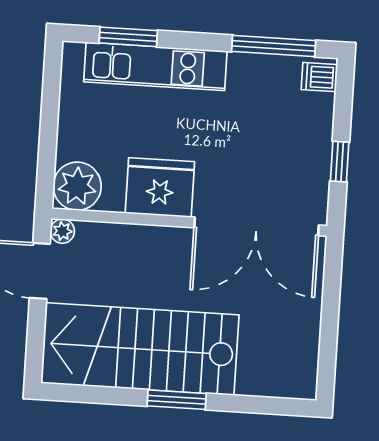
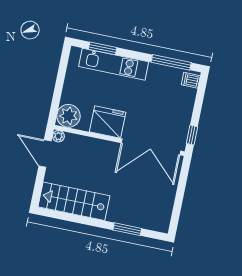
window: (340, 162) -> (192, 135), moved
stairs: (140, 349) -> (74, 201), width x0.73, depth x0.66
window: (177, 400) -> (127, 229), moved

